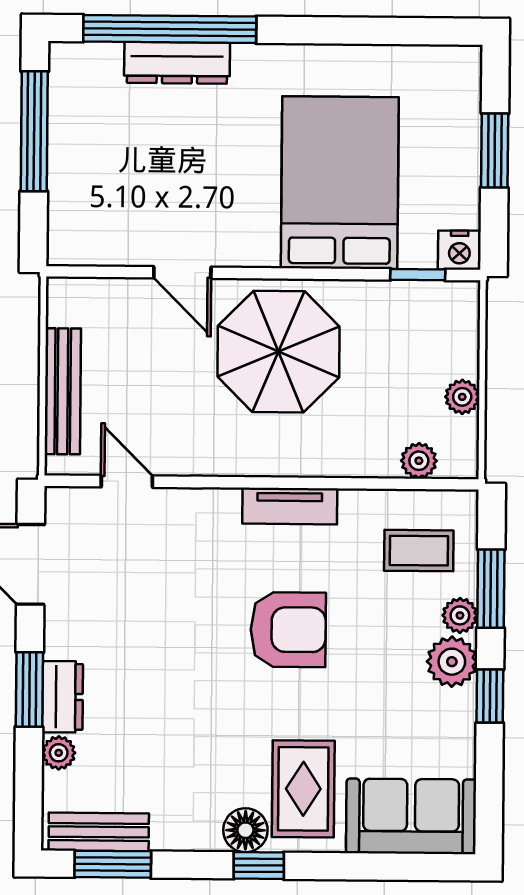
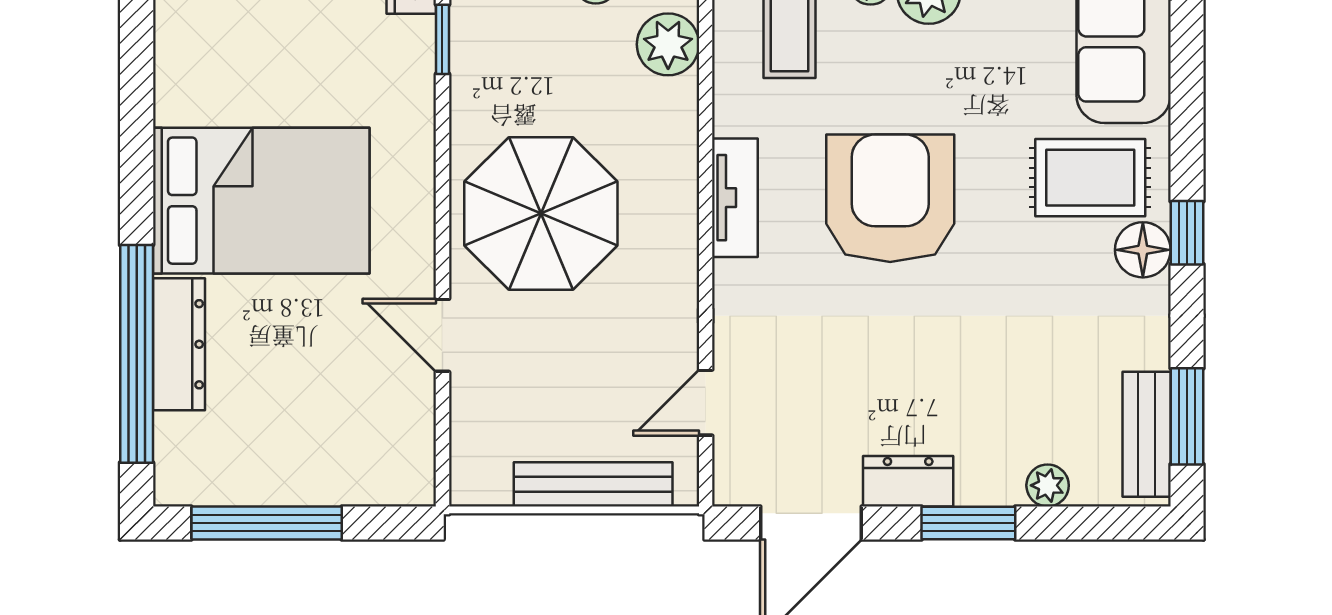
bed: (340, 183) -> (261, 201), moved, turned 180
door: (182, 273) -> (442, 335), swing flipped
plant: (419, 461) -> (668, 44), width x1.38, depth x1.38
armchair: (288, 630) -> (890, 198), width x1.36, depth x1.36
dresser: (63, 697) -> (908, 481), moved

